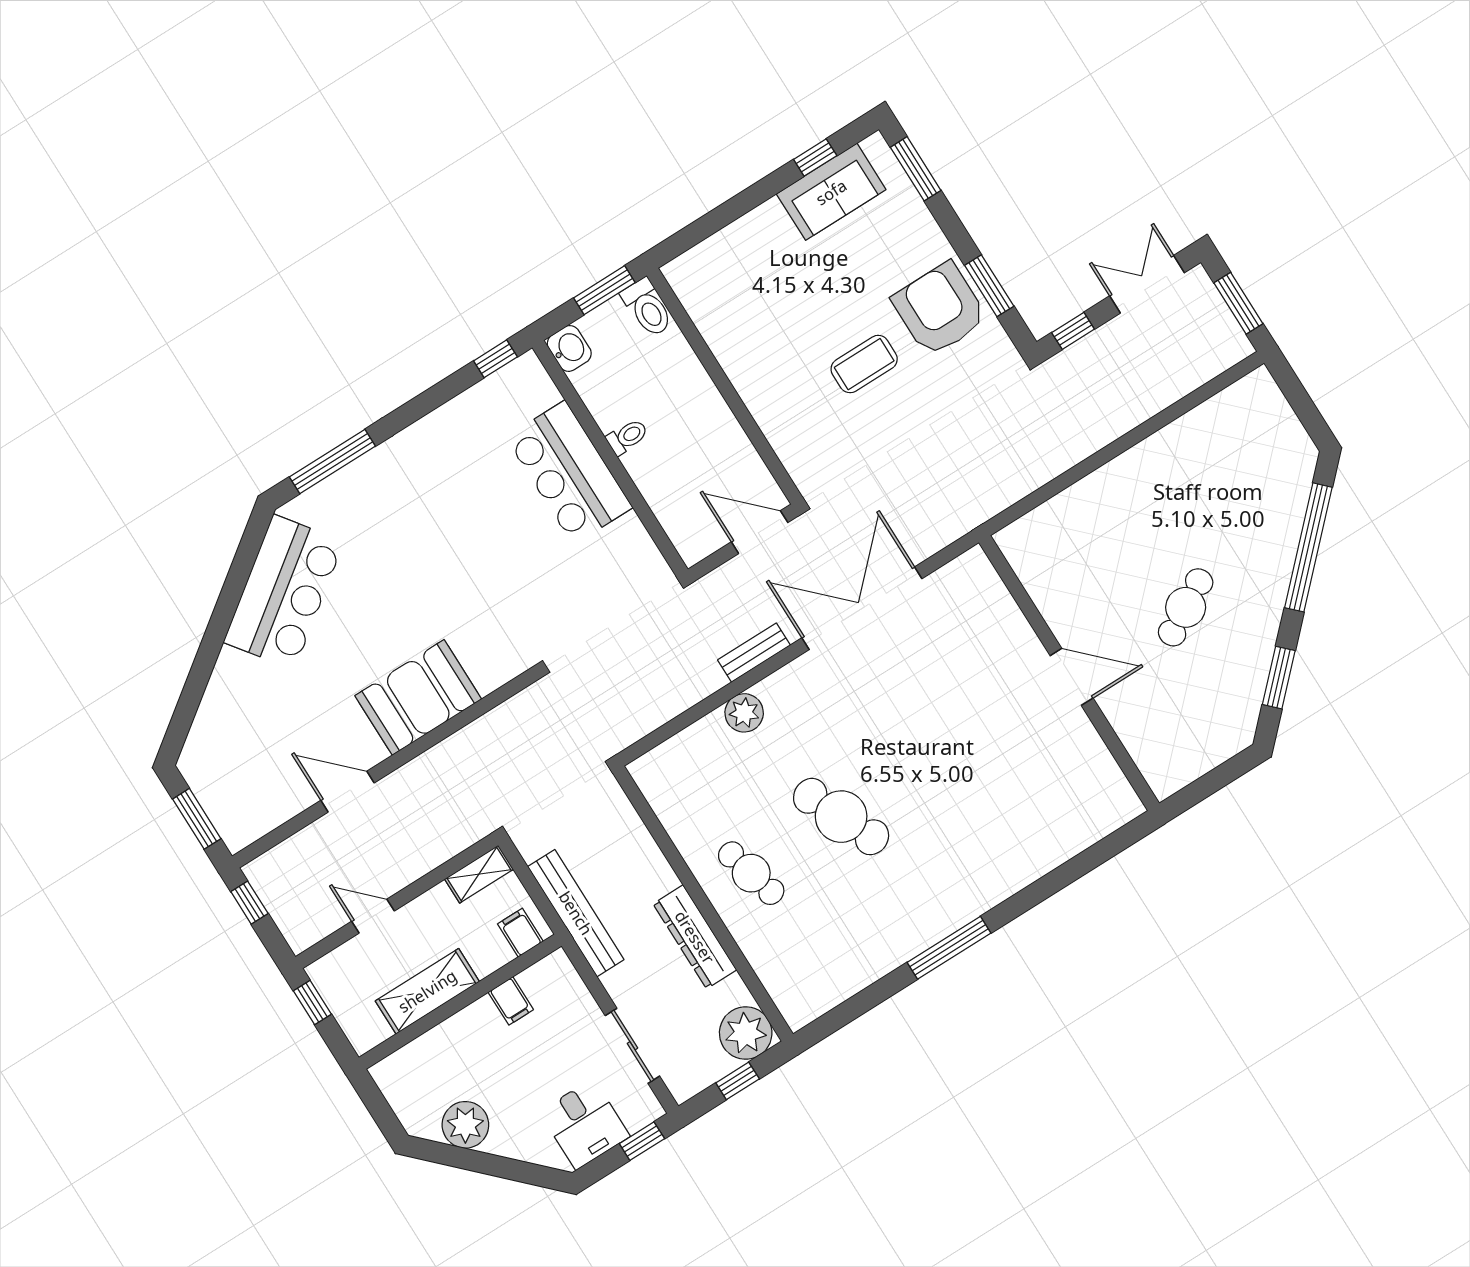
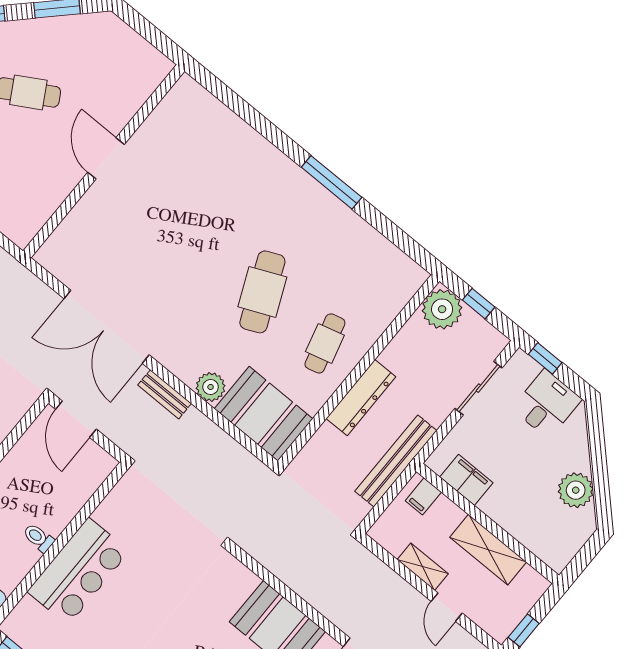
booth: (689, 768) -> (263, 414), added
shelving: (479, 874) -> (423, 567), moved
dresser: (695, 937) -> (361, 398), moved
filing cabinet: (511, 1001) -> (466, 480), width x2.00

